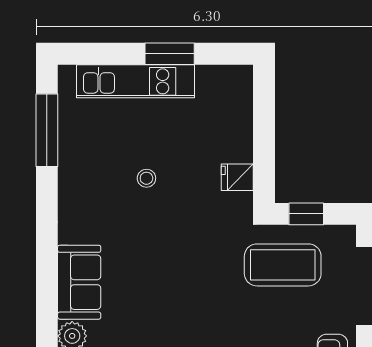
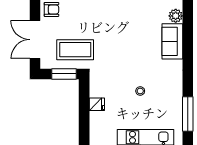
fridge: (237, 177) -> (97, 104), moved
window: (306, 214) -> (64, 74), width x1.50

